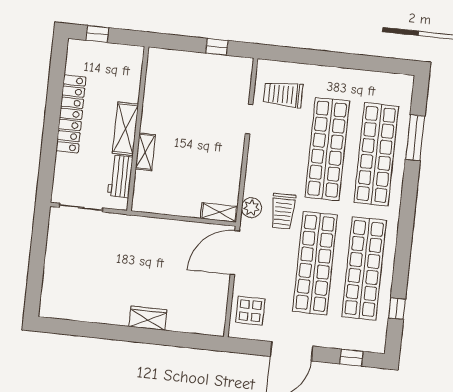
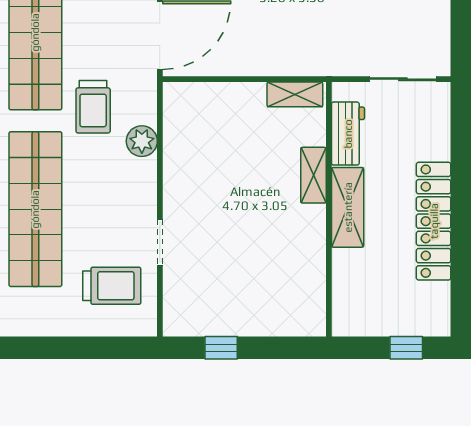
plant: (251, 208) -> (142, 141), moved
trolley: (283, 211) -> (93, 107), turned 180
shelving: (219, 212) -> (295, 94), moved

